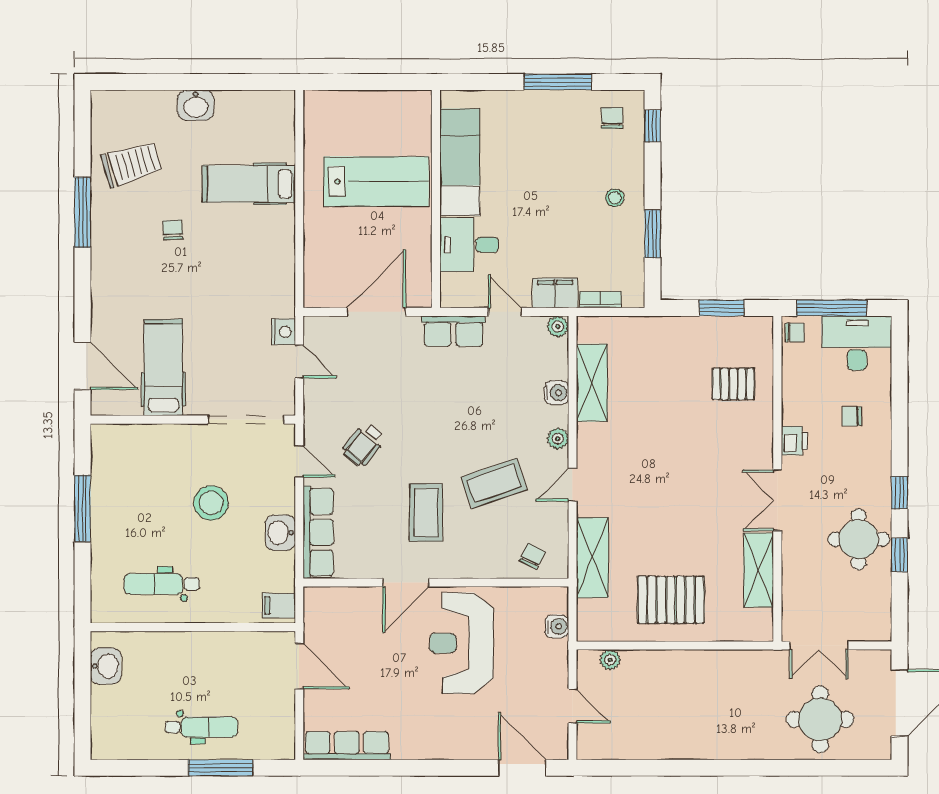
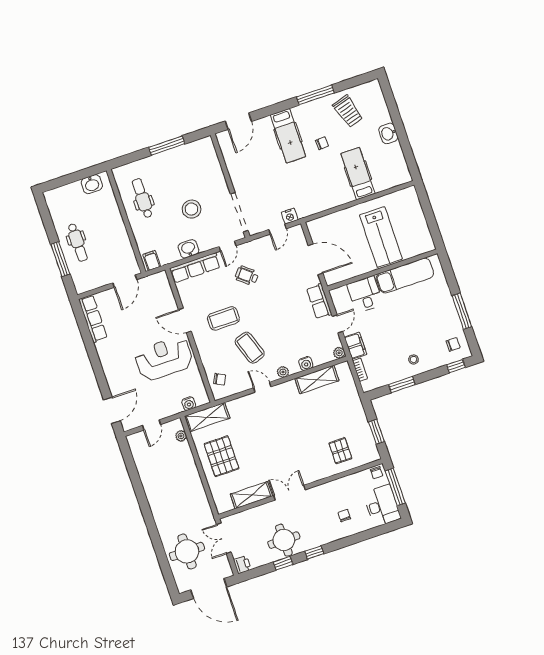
hospital bed: (163, 367) -> (288, 136), moved, turned 90
printer: (794, 441) -> (242, 565), moved, turned -90
shelving: (592, 558) -> (207, 417), moved

